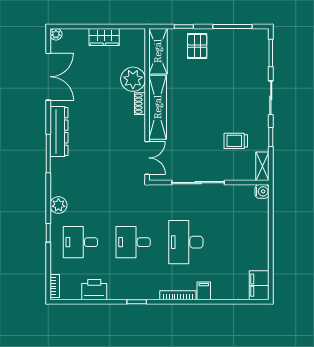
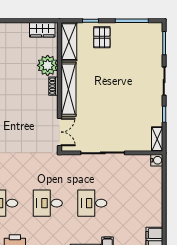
wardrobe: (104, 37) -> (42, 30), moved
trolley: (236, 141) -> (135, 118), removed
desk: (186, 242) -> (92, 203), width x0.73

